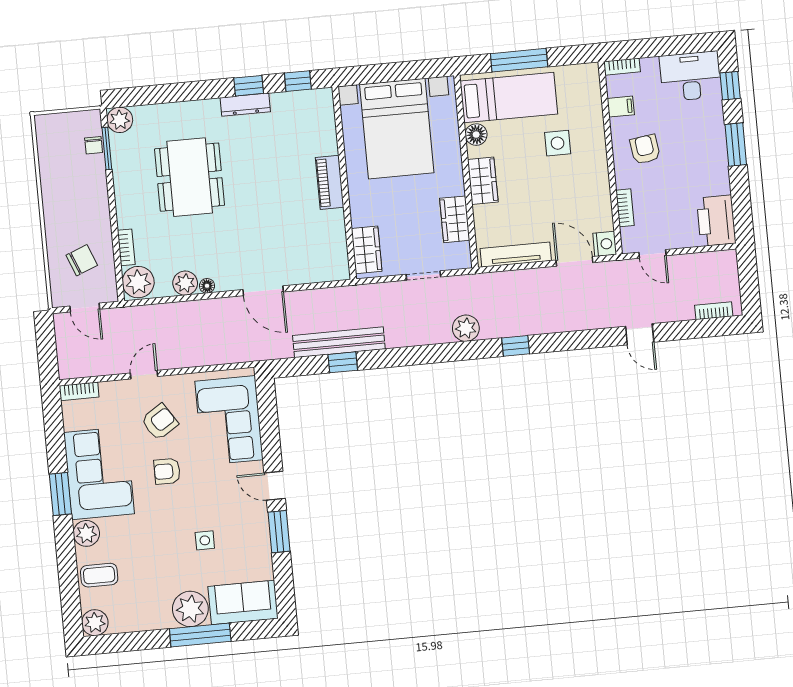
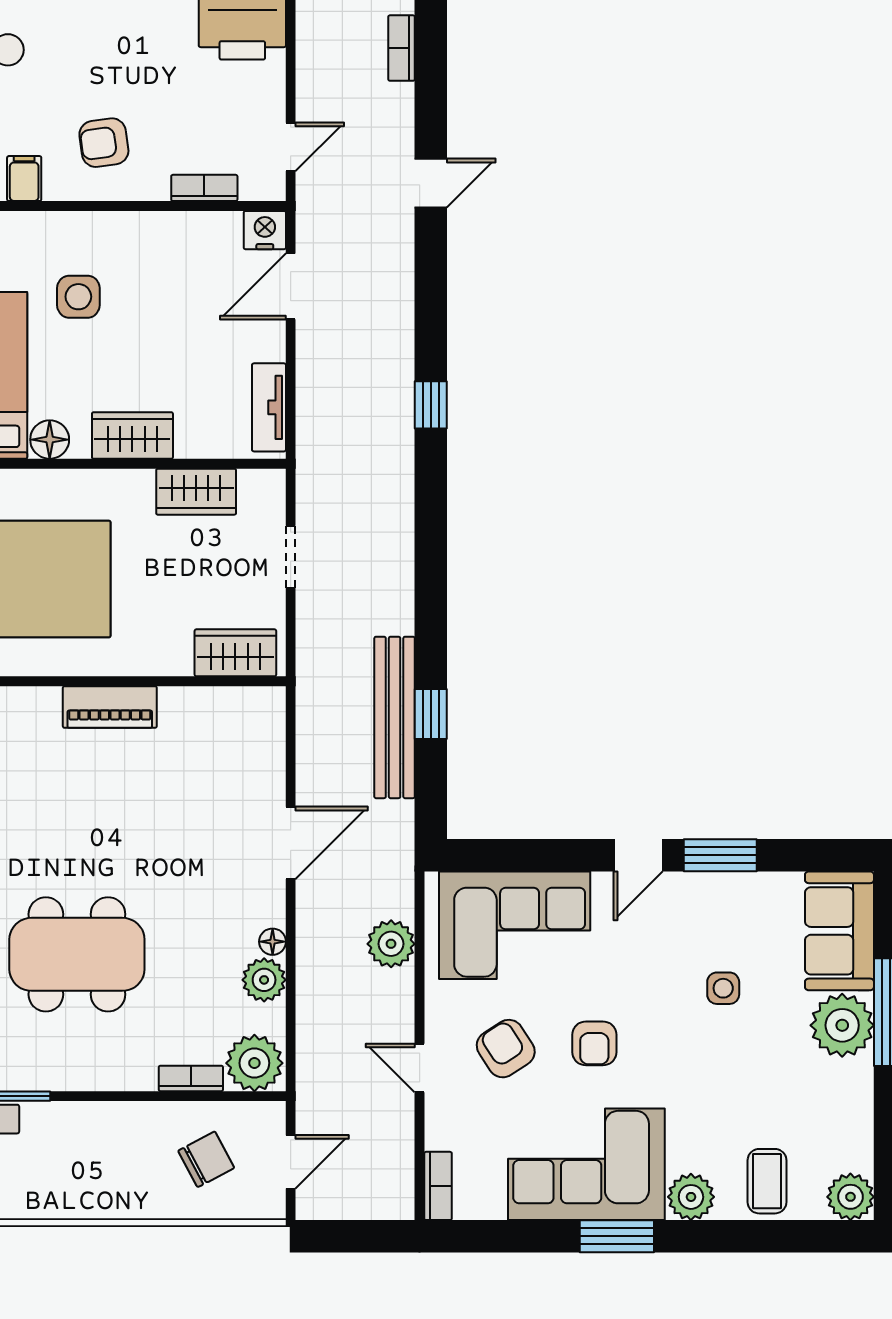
tv unit: (516, 255) -> (269, 407), width x0.71
chair: (82, 260) -> (206, 1159), turned 84
plant: (466, 328) -> (391, 944), moved

